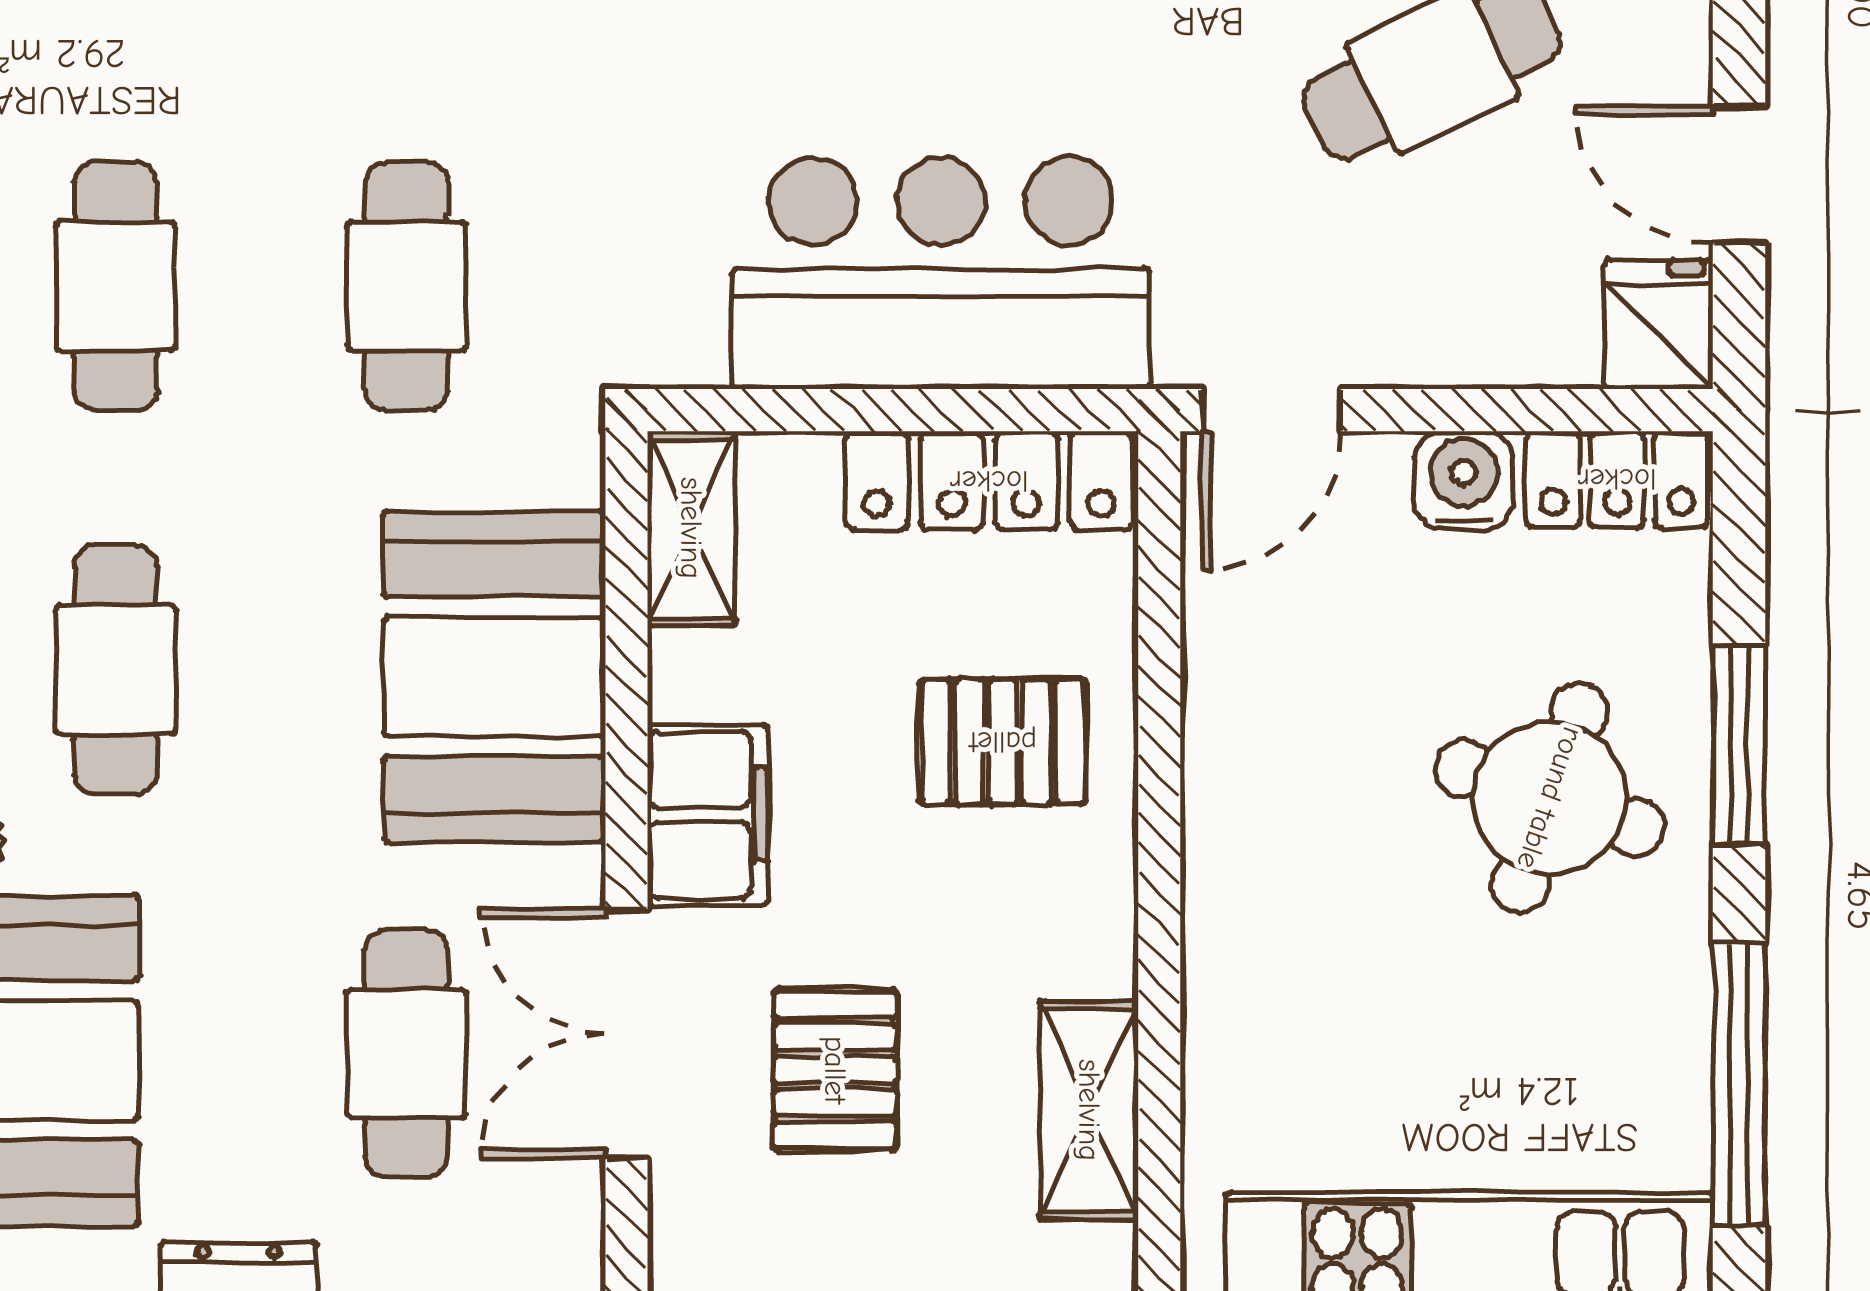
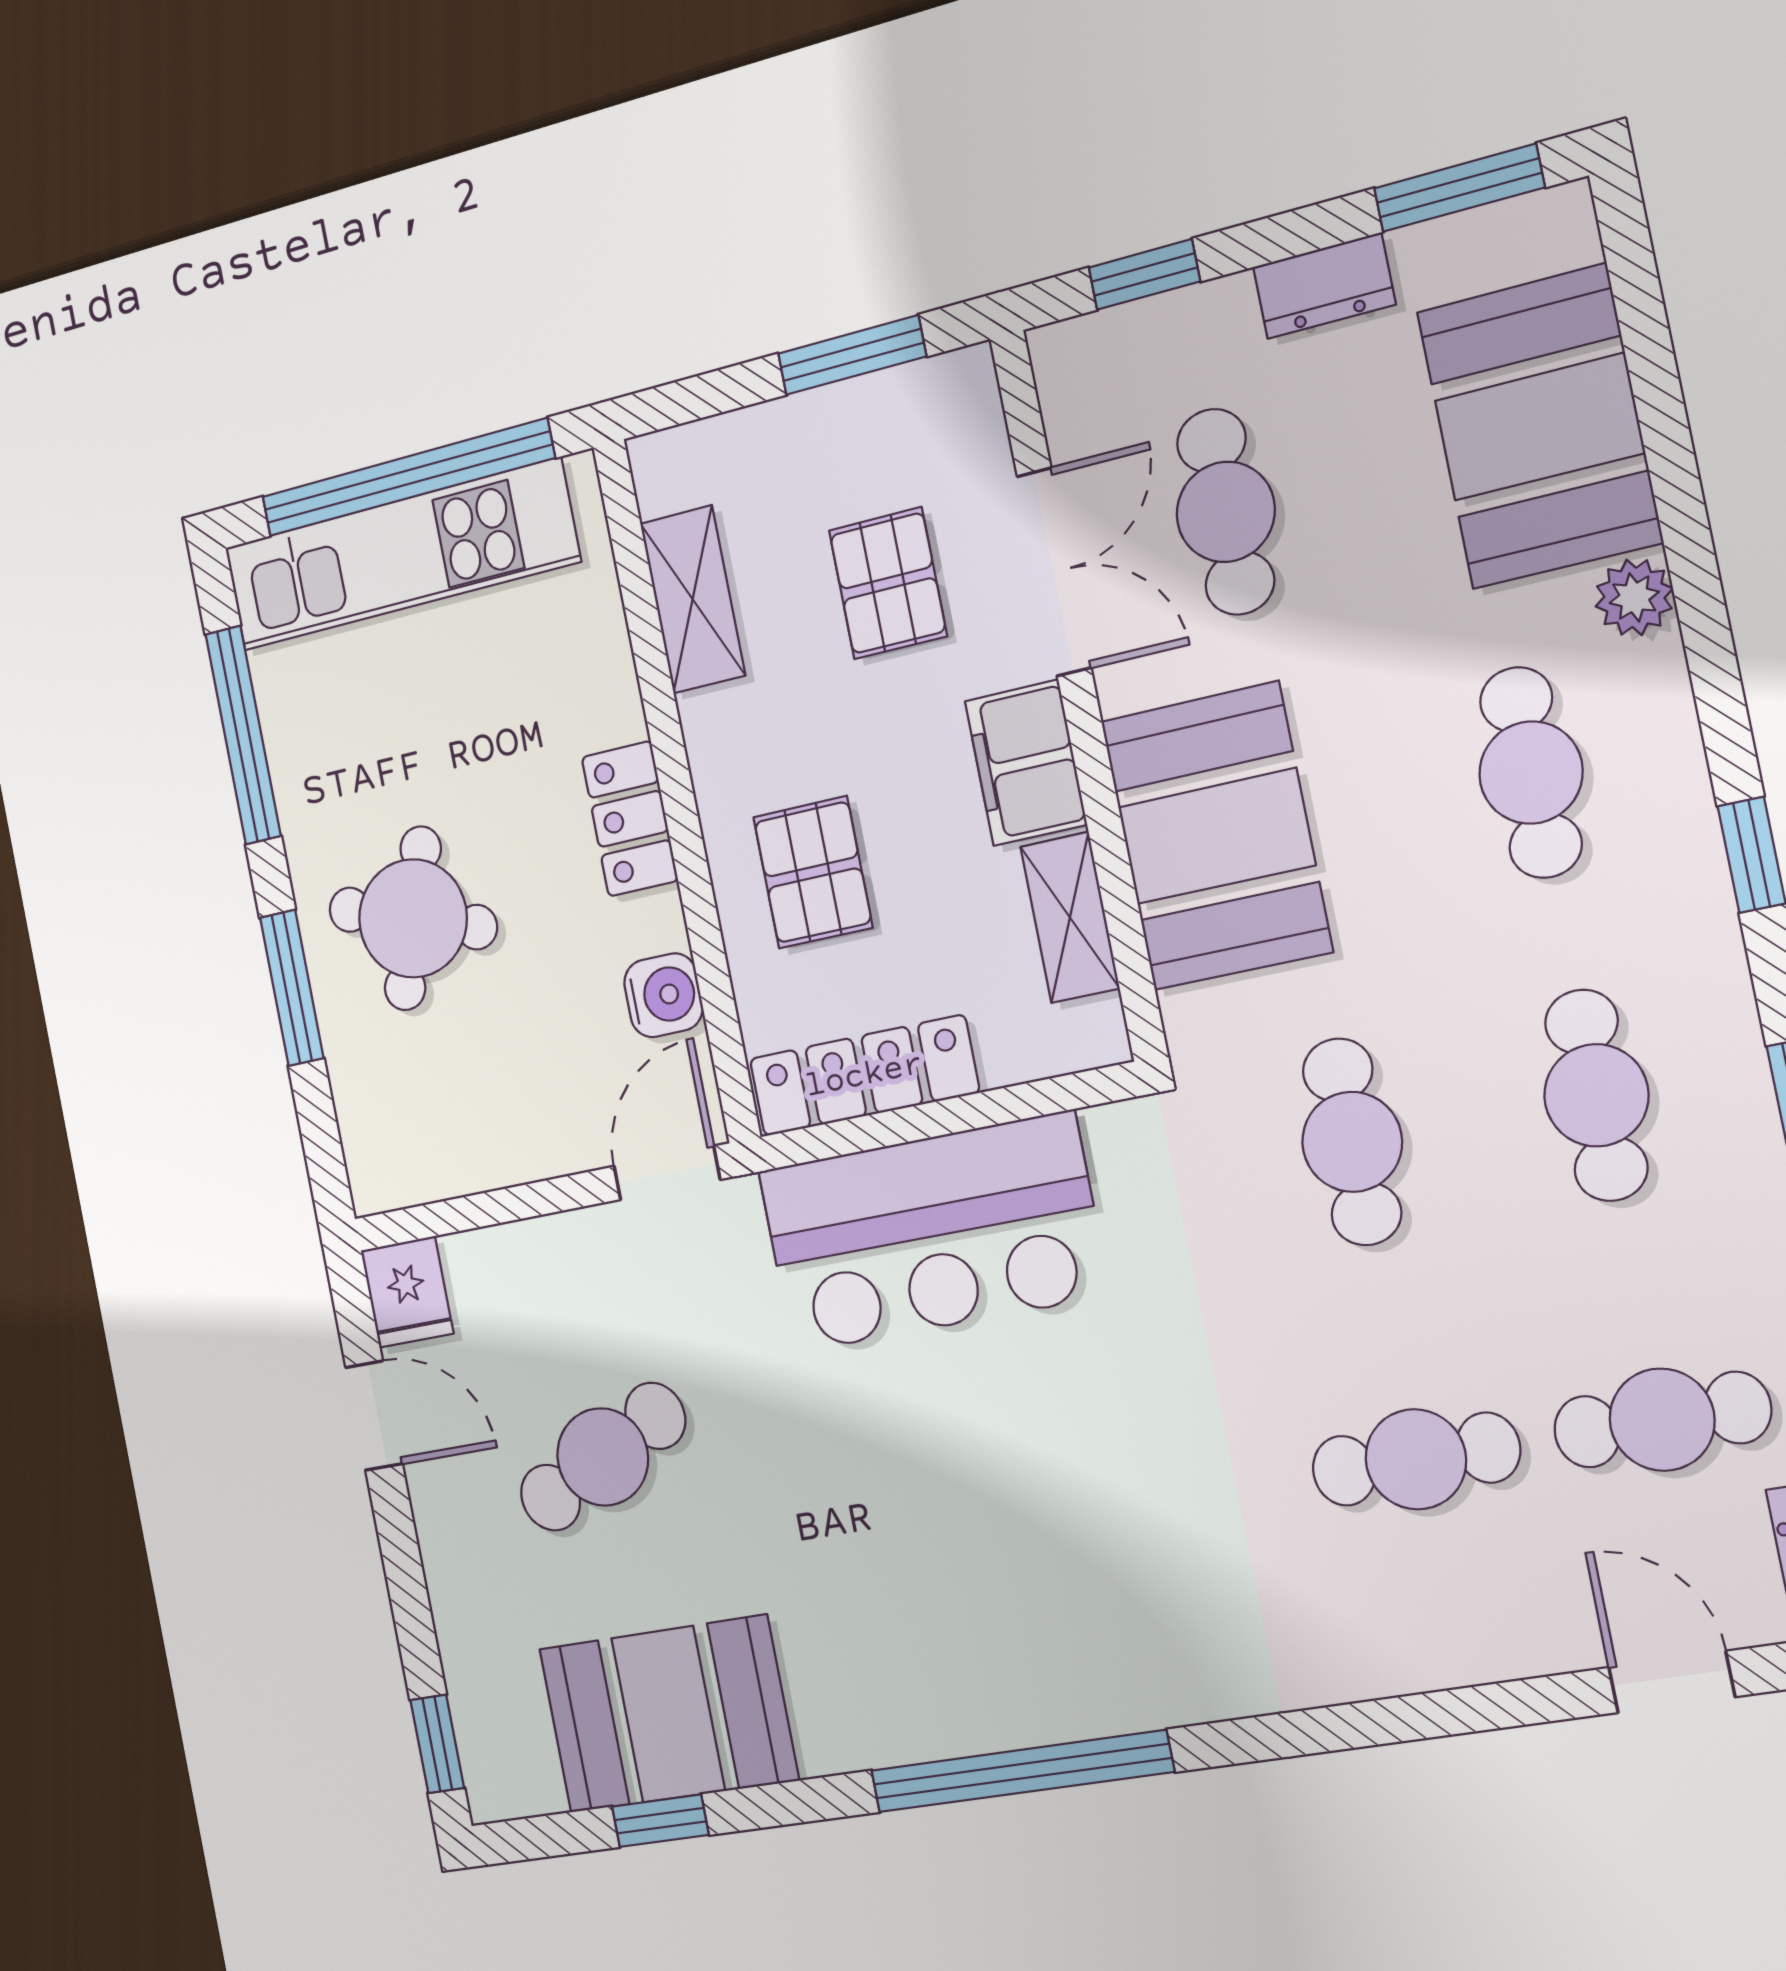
locker: (1617, 479) -> (630, 819), moved, turned -90
water cooler: (1464, 480) -> (663, 995), moved, turned -90
shelving: (691, 528) -> (1070, 917), moved
pallet: (1003, 742) -> (813, 872), turned 90

